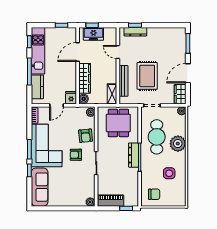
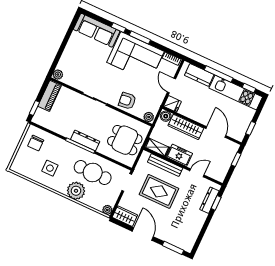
freezer: (93, 34) -> (179, 155), moved, turned 90
armchair: (76, 155) -> (112, 82), removed

